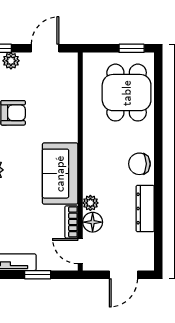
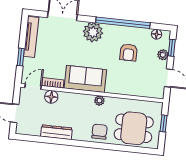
window: (132, 48) -> (164, 123), moved
chair: (139, 164) -> (99, 132), moved
plant: (90, 203) -> (99, 101), moved

